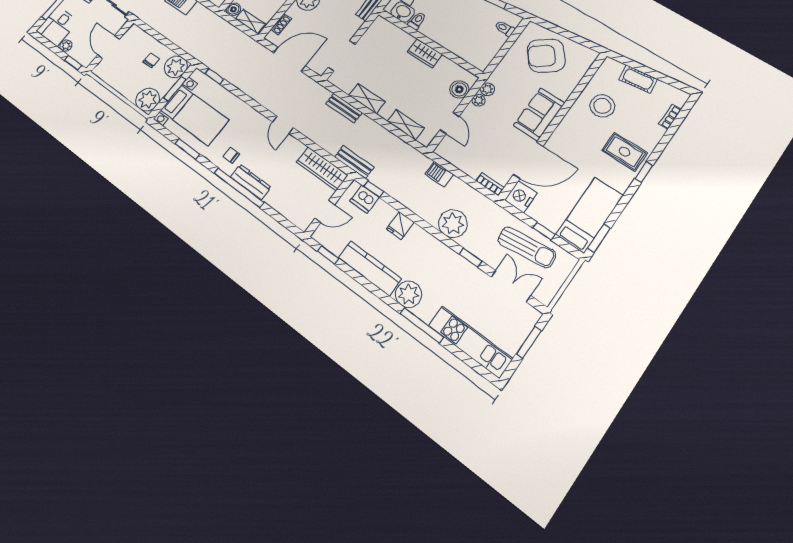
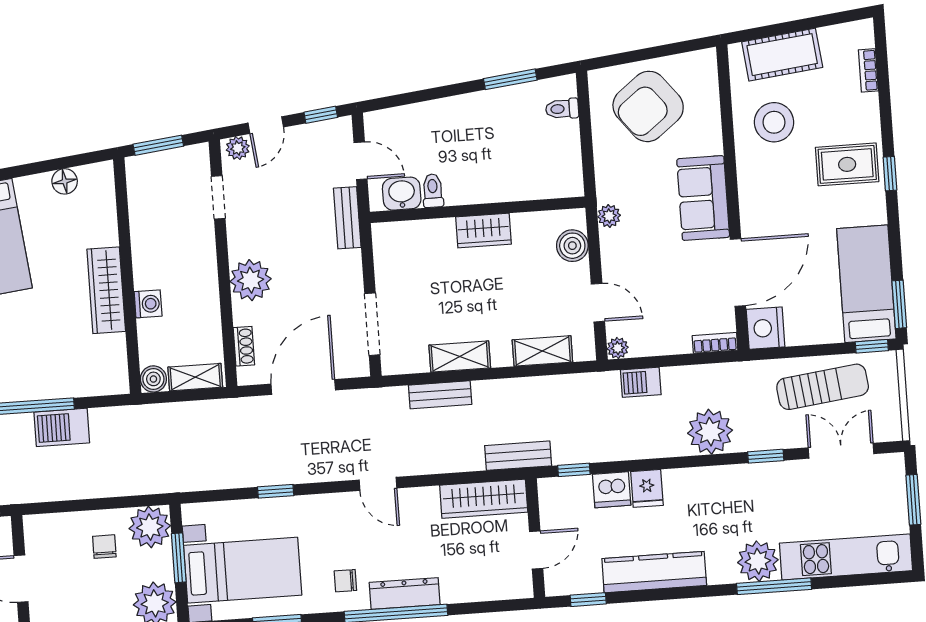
window: (214, 76) -> (276, 491), moved
cot: (638, 79) -> (782, 55), width x1.37, depth x1.34
plant: (479, 100) -> (618, 348), moved
dishwasher: (365, 199) -> (612, 490), moved
window: (544, 231) -> (872, 346), moved
plant: (409, 294) -> (758, 561), moved

